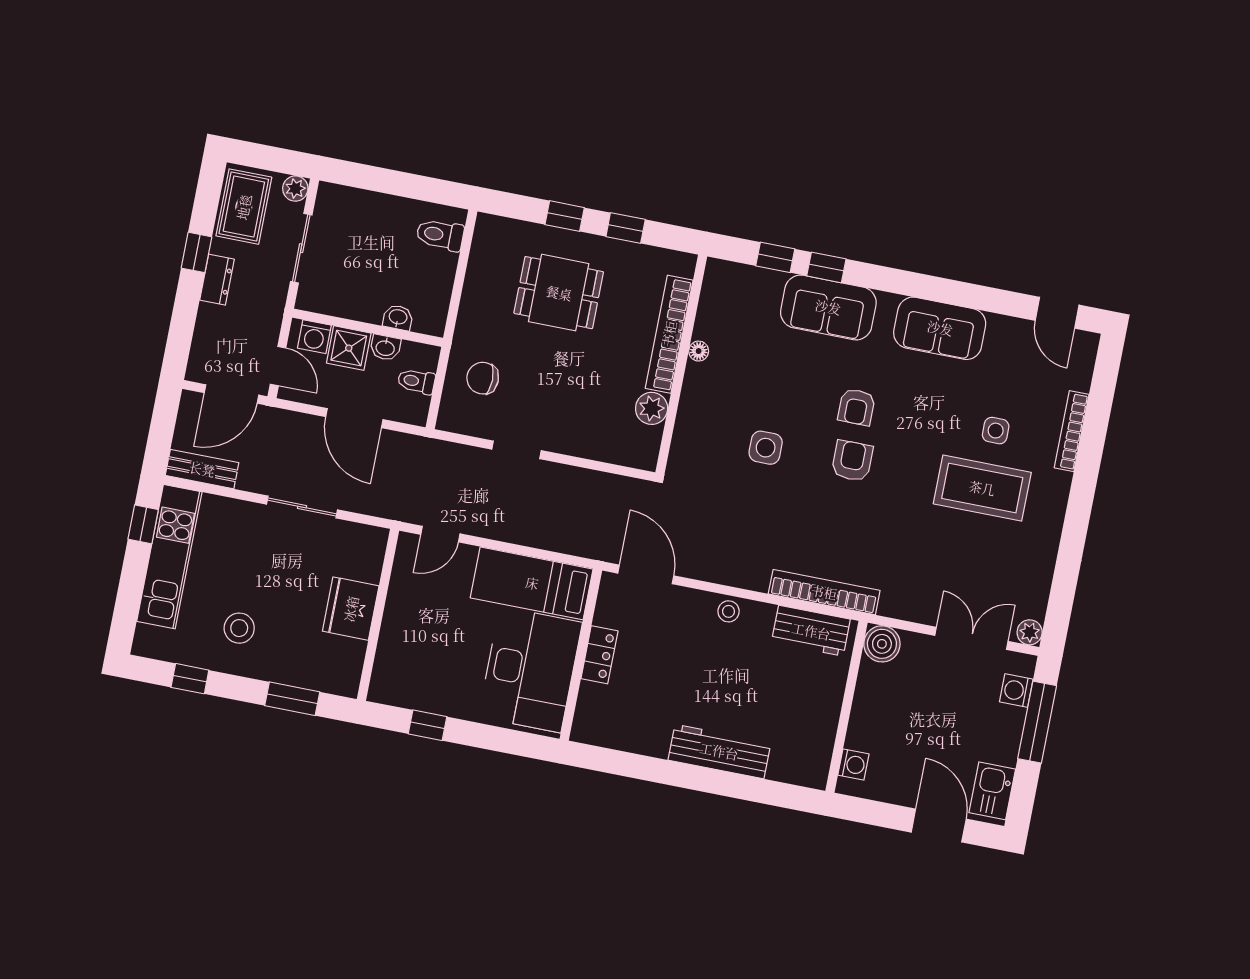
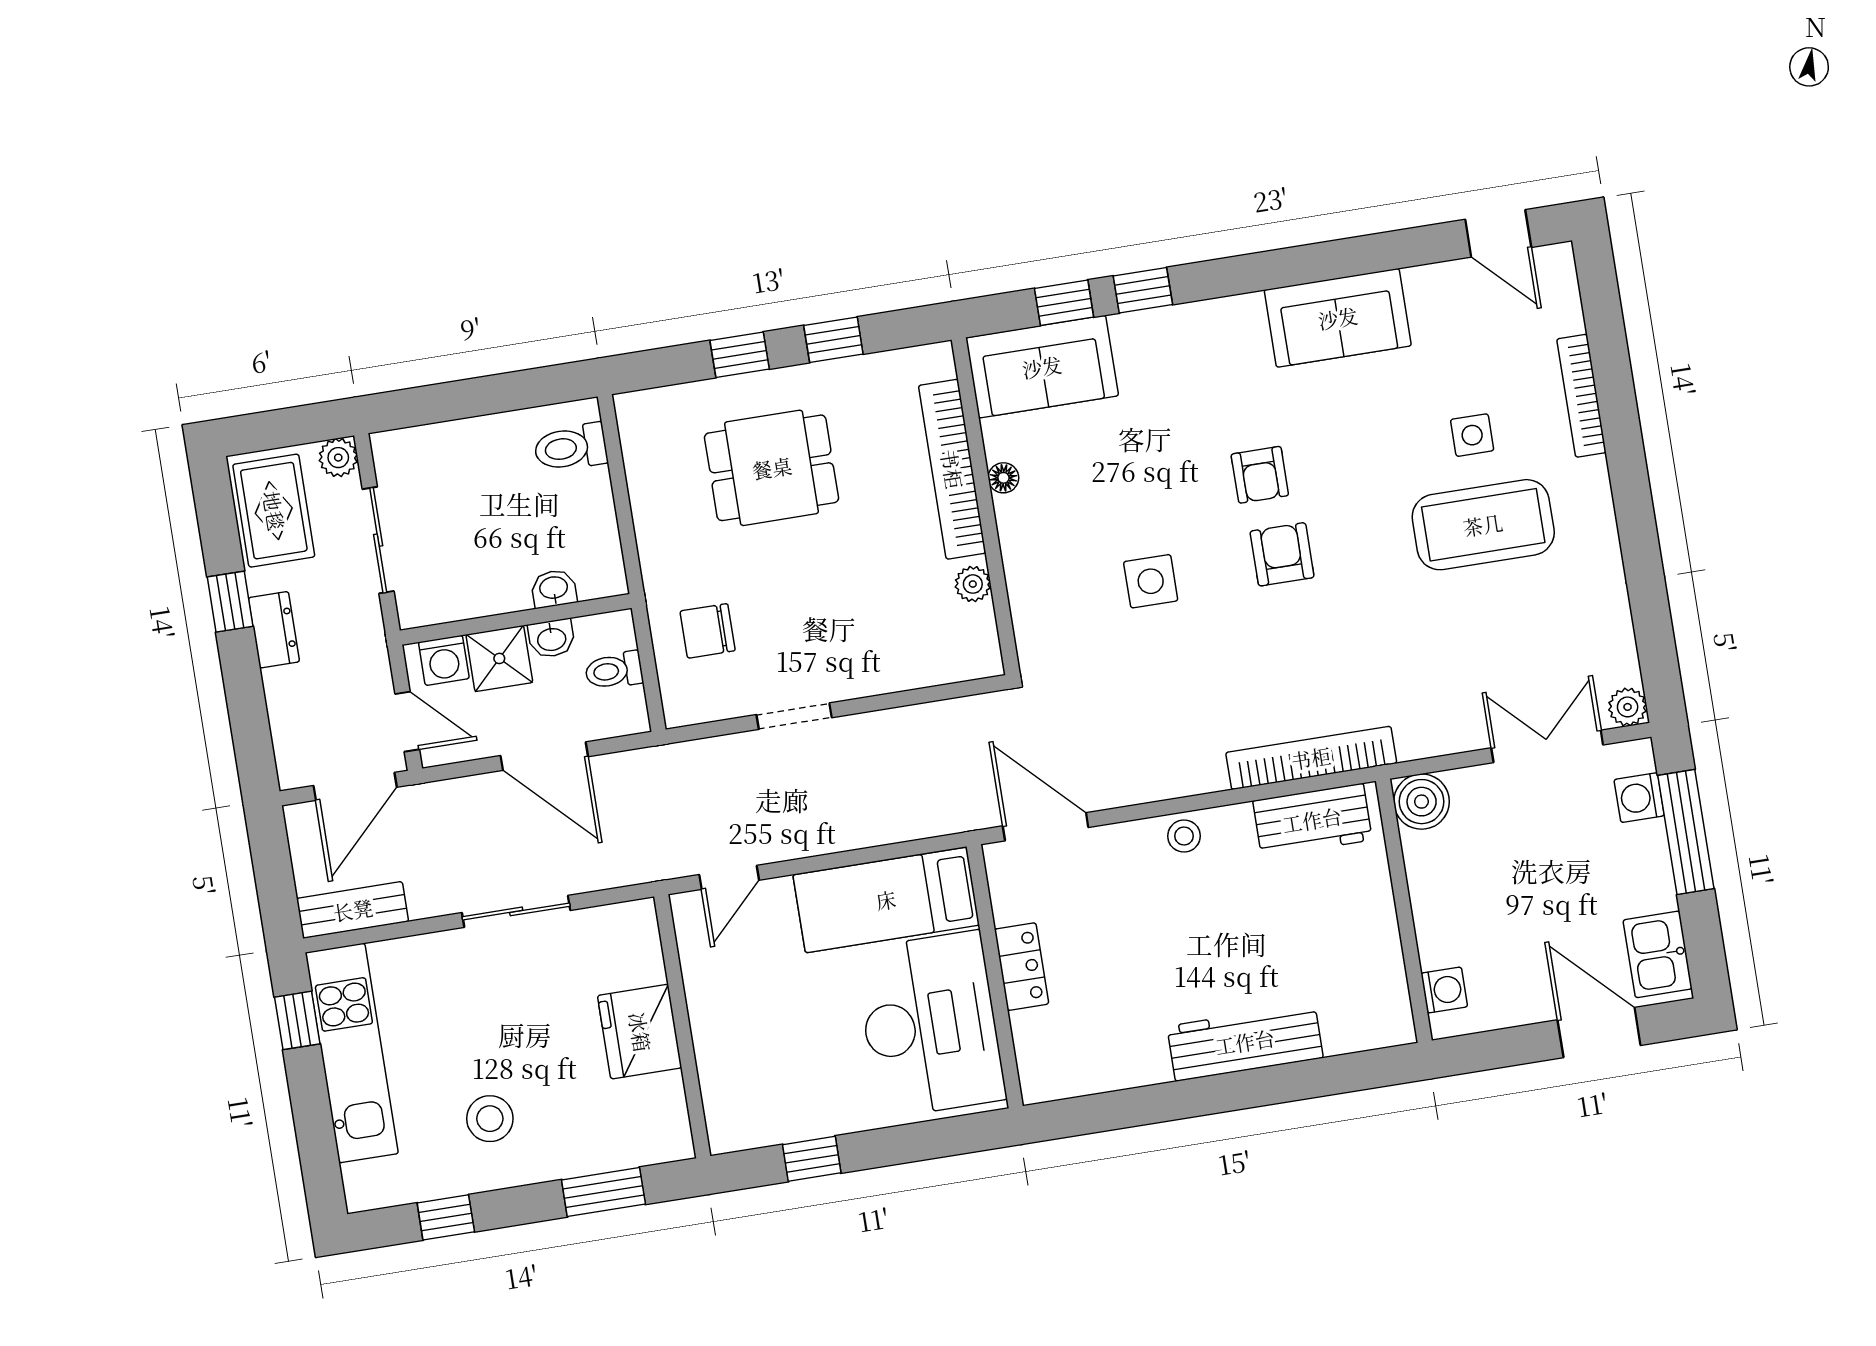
sofa: (828, 307) -> (1042, 367), moved
plant: (652, 408) -> (973, 584), width x0.73, depth x0.73

